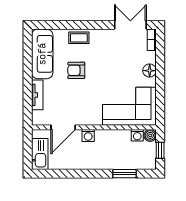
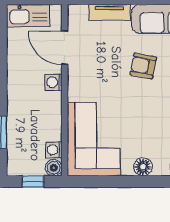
armchair: (76, 70) -> (143, 66), turned -79

